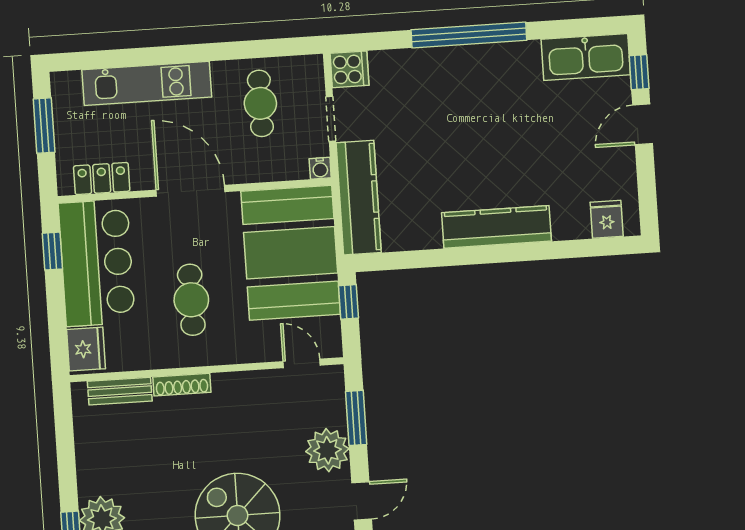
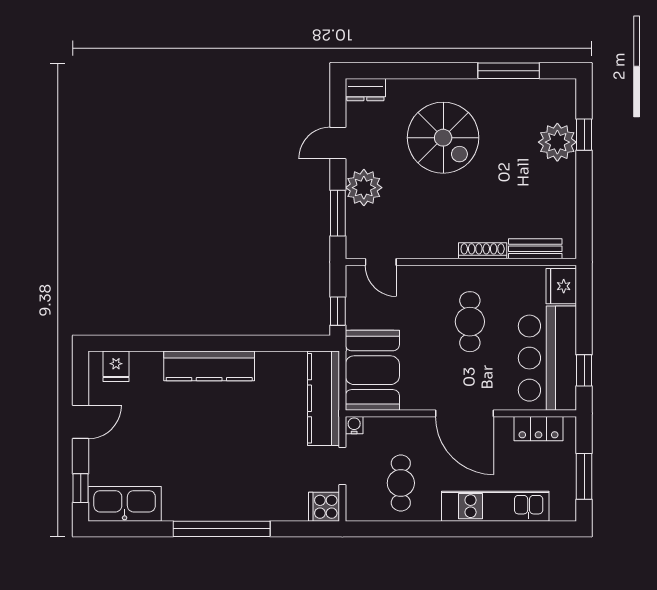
door: (643, 124) -> (81, 422), moved
booth: (291, 253) -> (372, 370), width x0.73, depth x0.70

